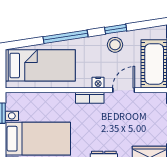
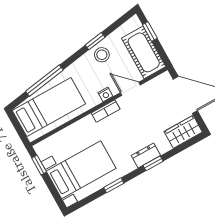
window: (66, 37) -> (44, 81), moved
door: (124, 90) -> (130, 89), hinge flipped

